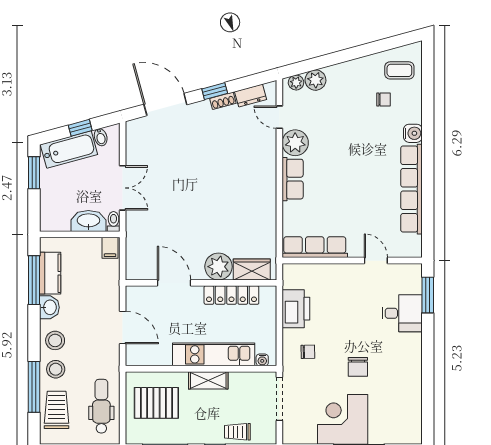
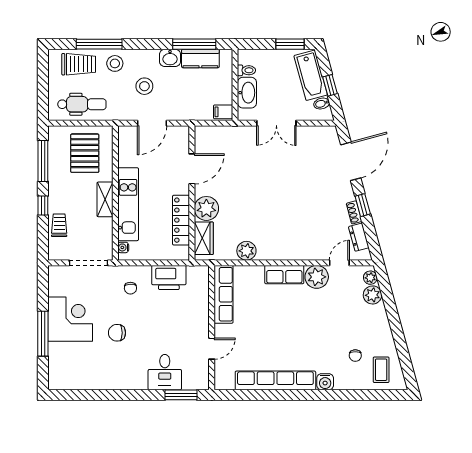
toilet: (114, 222) -> (246, 70), moved
plant: (266, 222) -> (246, 251), added
stool: (55, 340) -> (144, 86), moved

